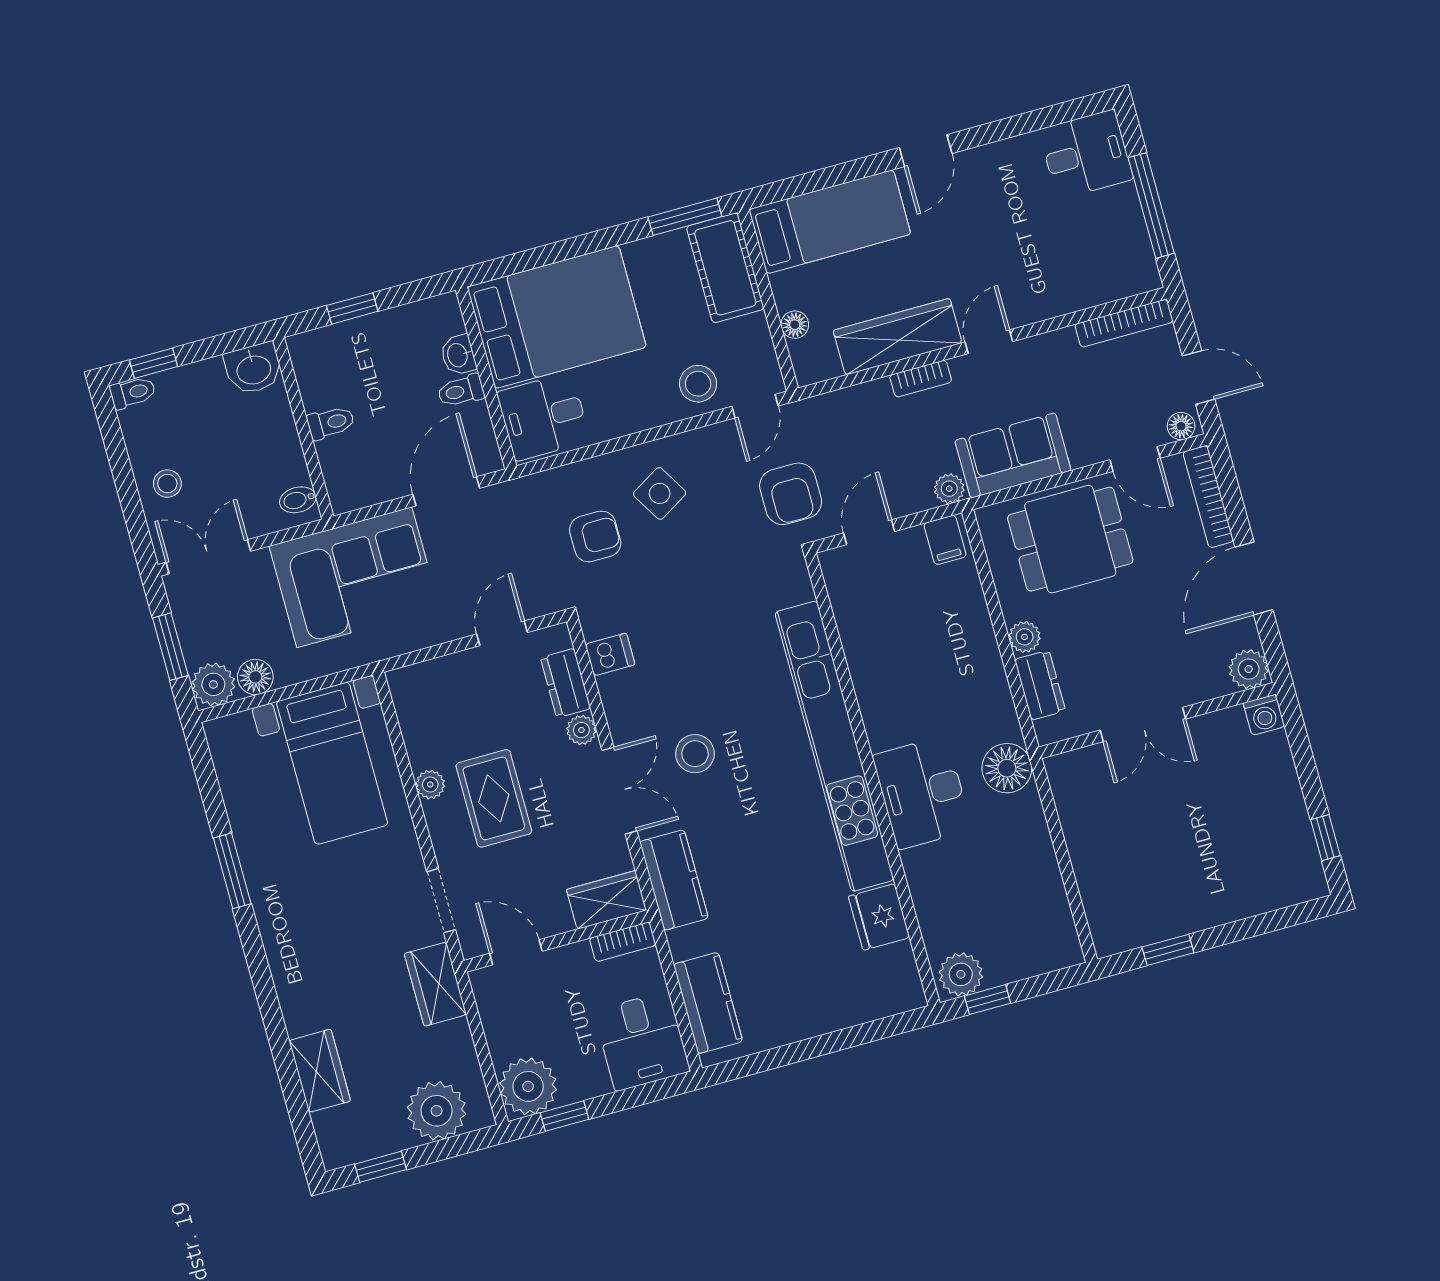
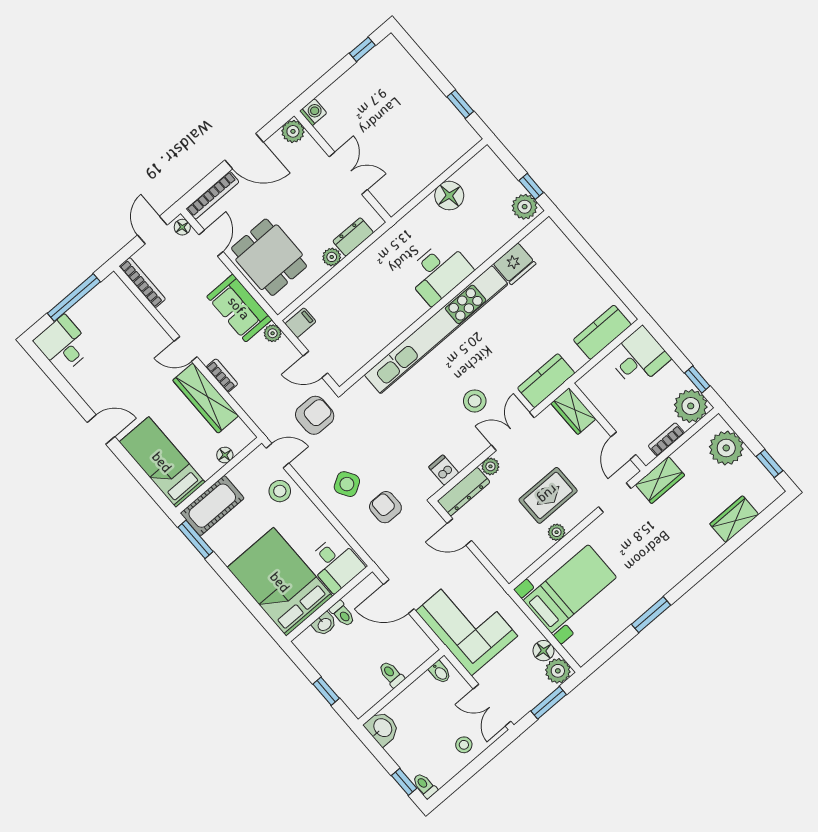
dresser: (566, 683) -> (464, 492), width x1.44
floor lamp: (1007, 768) -> (449, 196), moved
bookcase: (623, 942) -> (666, 439), moved, turned -90

